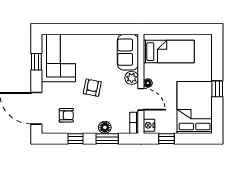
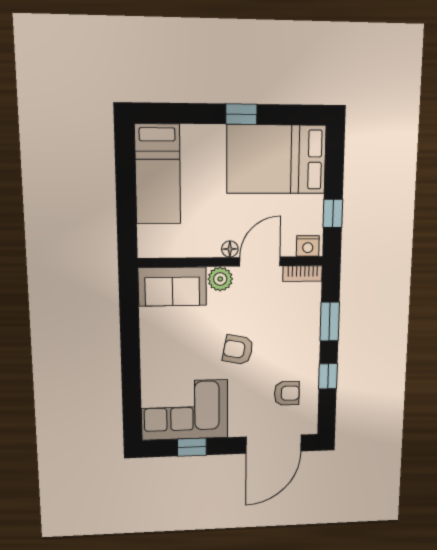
bed: (169, 52) -> (158, 174), moved, turned 180
armchair: (66, 115) -> (287, 393), turned 90
floor lamp: (105, 127) -> (310, 326), removed

